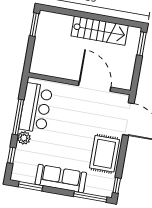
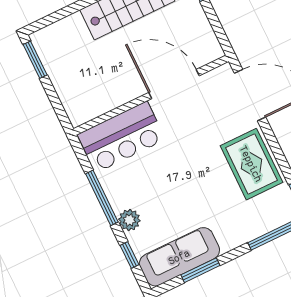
bar counter: (36, 108) -> (121, 137), moved, turned 90
sofa: (61, 178) -> (179, 257), moved
window: (30, 186) -> (200, 270), moved

